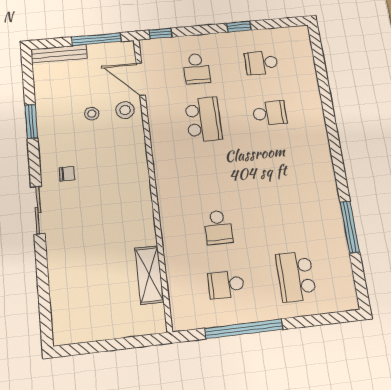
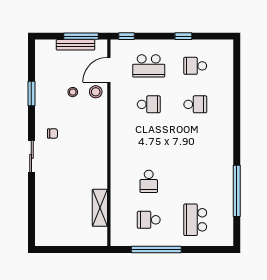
bench: (59, 54) -> (76, 45), moved
school desk: (196, 69) -> (149, 66), width x1.85
door: (141, 79) -> (109, 70), hinge flipped
school desk: (203, 120) -> (149, 104), width x0.54
window: (350, 227) -> (237, 191), width x1.46

